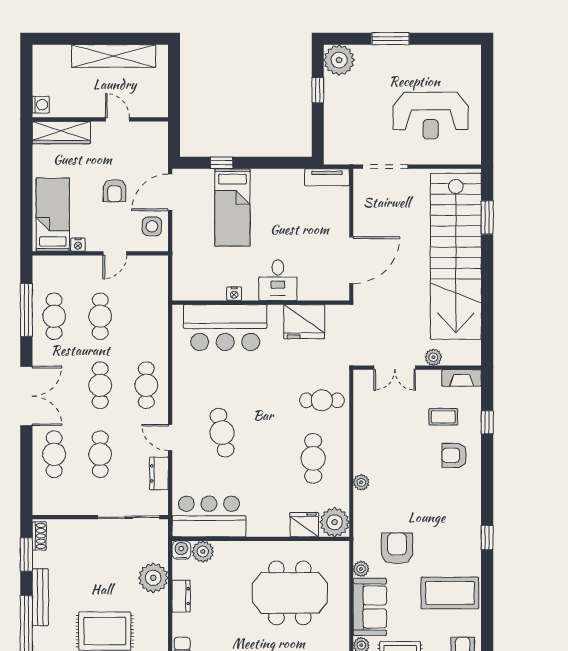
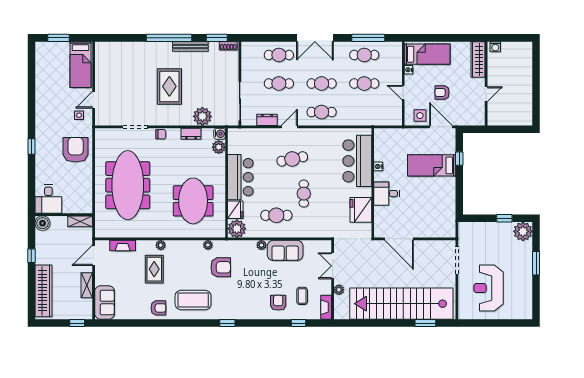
shelving: (114, 56) -> (525, 92), removed
tv unit: (327, 177) -> (450, 224), removed
cafe table: (322, 400) -> (304, 194), moved
bar counter: (209, 516) -> (240, 177), moved
coffee table: (450, 593) -> (193, 300), turned 90
sofa: (370, 607) -> (285, 250), moved

